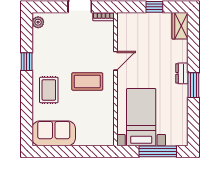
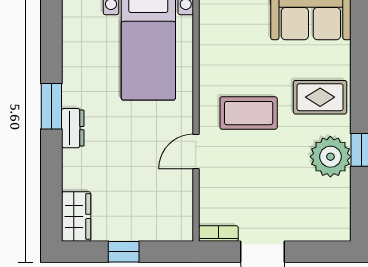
plant: (38, 22) -> (330, 157), moved, width x1.87, depth x1.87
rug: (49, 90) -> (320, 97), turned 90

